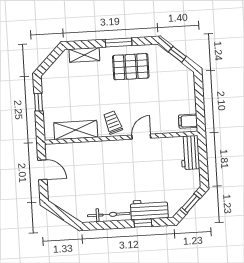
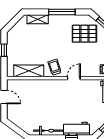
window: (119, 42) -> (62, 12), width x1.44
pallet: (131, 67) -> (84, 34), moved

